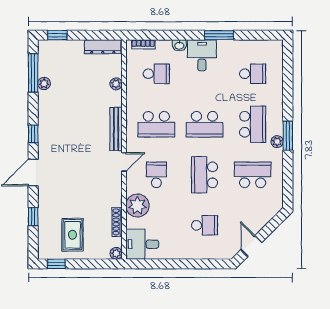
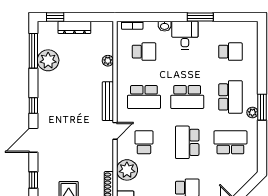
dresser: (103, 47) -> (74, 27), moved
plant: (44, 83) -> (48, 60), width x1.88, depth x1.88

